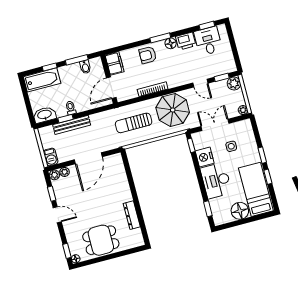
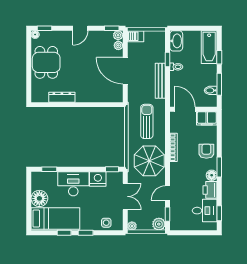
bench: (72, 125) -> (160, 81), moved
side table: (231, 146) -> (106, 223), moved
window: (52, 194) -> (112, 28), moved

